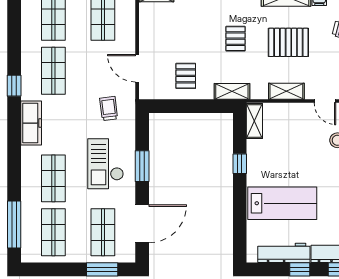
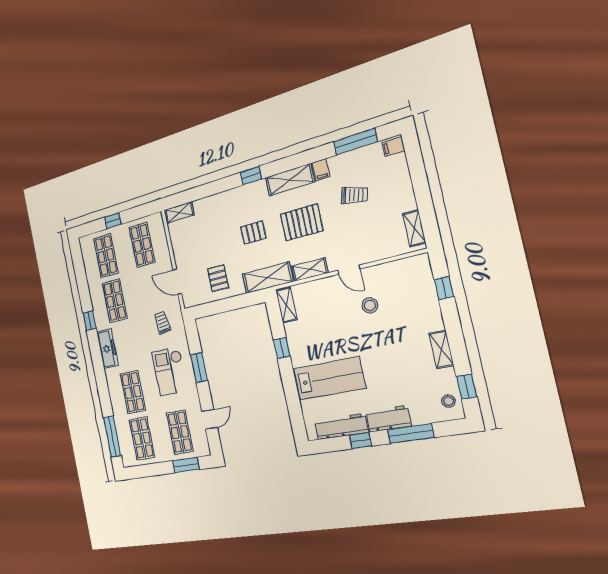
pallet: (236, 39) -> (253, 233), turned 90
shelving: (232, 91) -> (268, 278), width x1.50, depth x1.33
door: (142, 224) -> (210, 419), width x0.53

